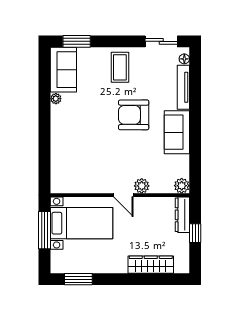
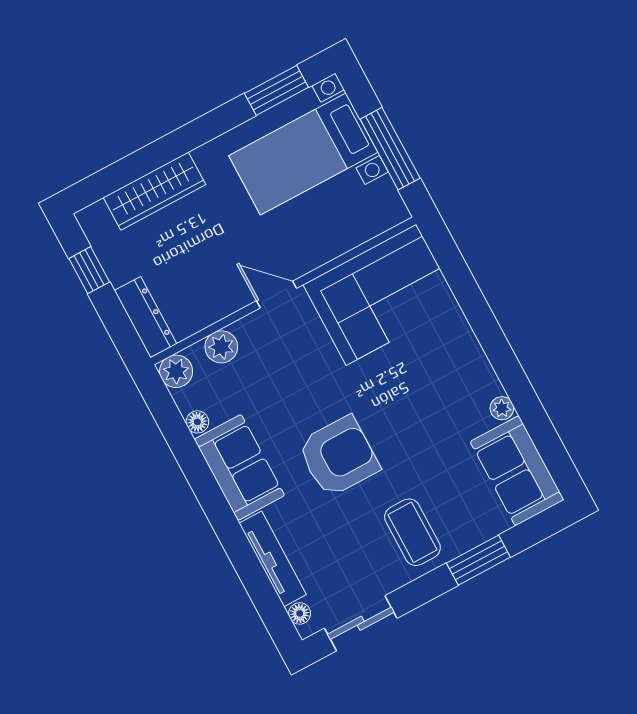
window: (77, 41) -> (478, 560), moved
floor lamp: (184, 160) -> (197, 422), added
corner sofa: (80, 172) -> (381, 295), added
plant: (142, 186) -> (221, 347), moved
bed with nightstands: (81, 223) -> (303, 154), moved
window: (195, 233) -> (89, 270), moved

